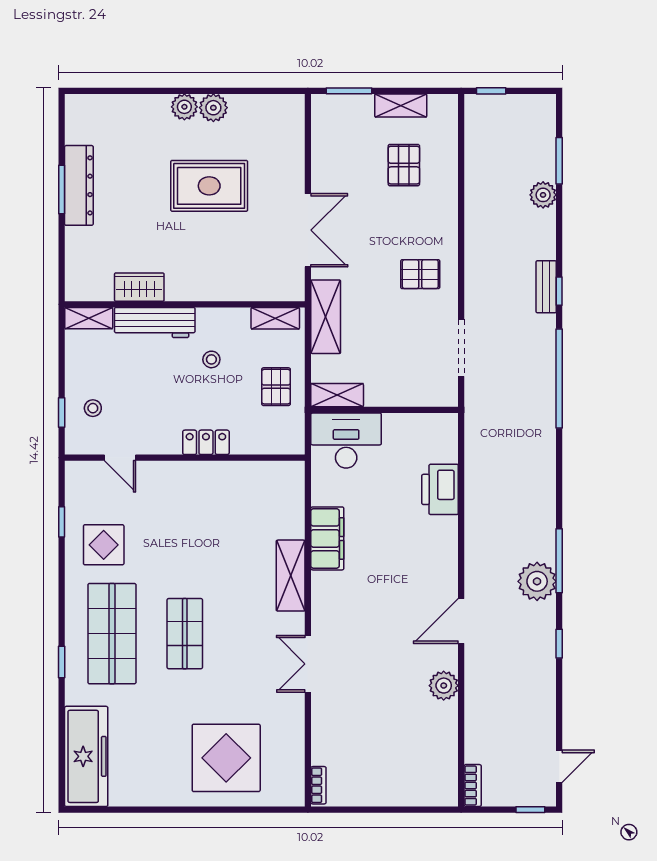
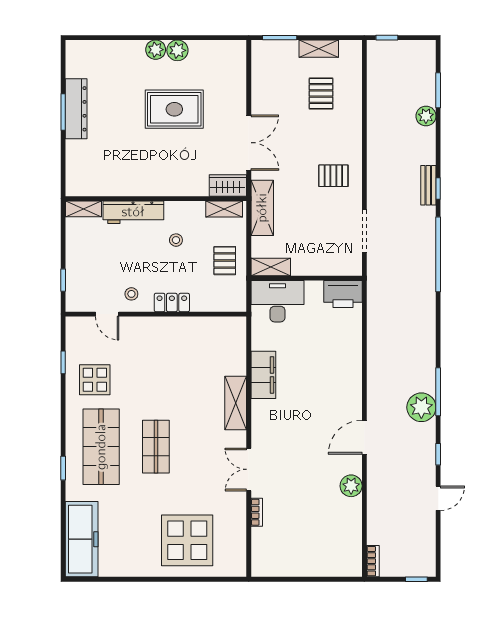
wardrobe: (139, 287) -> (228, 185), moved
stool: (93, 408) -> (131, 294), moved
printer: (440, 489) -> (343, 294), moved, turned -90
door: (559, 766) -> (438, 498), moved
bookcase: (318, 785) -> (257, 512), moved

